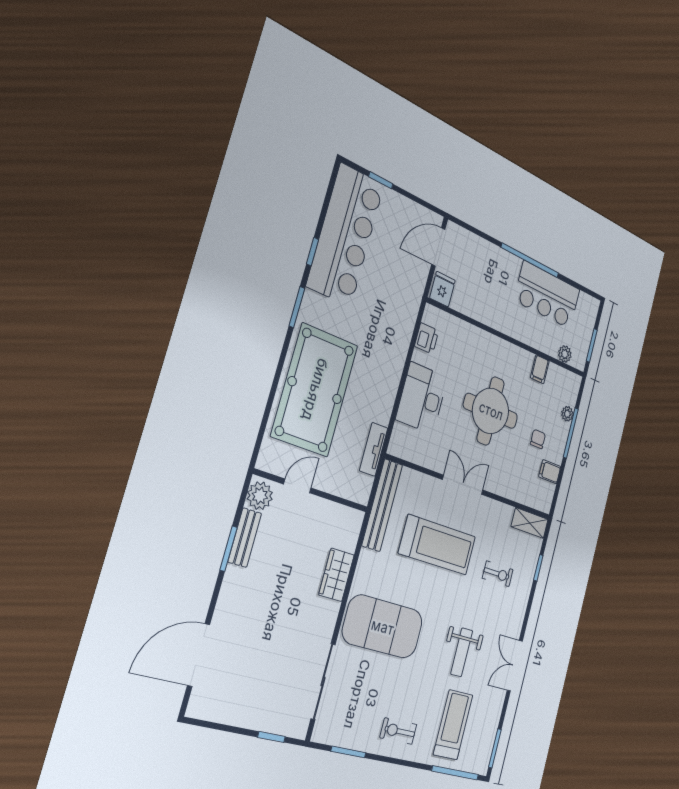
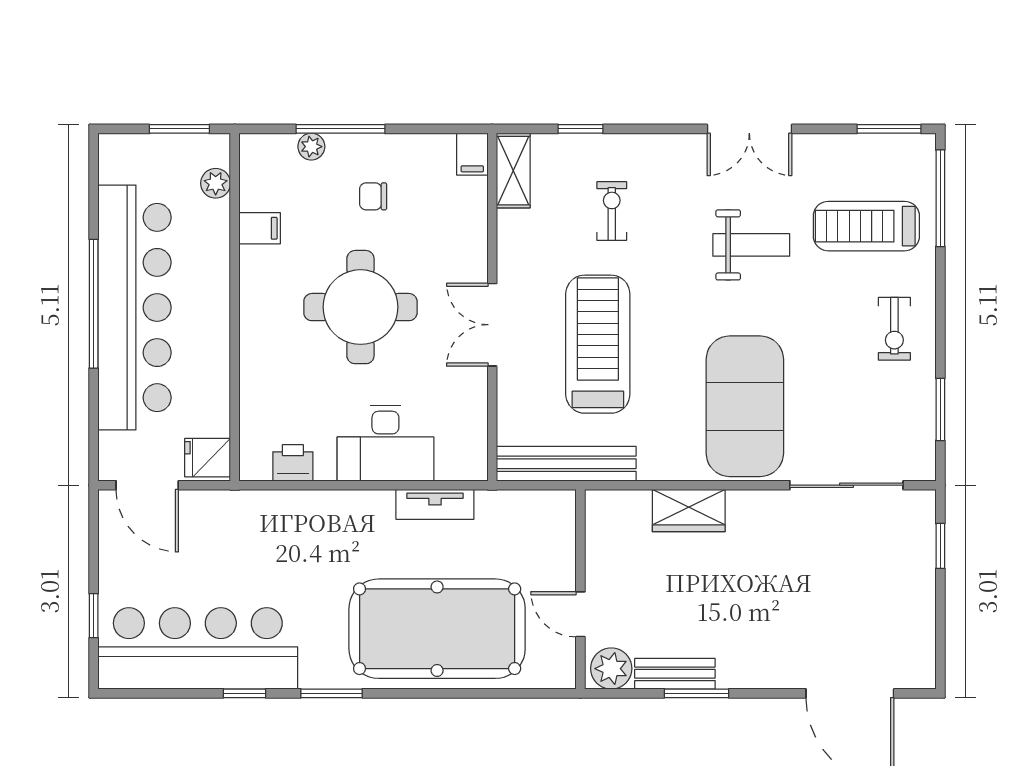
bar counter: (547, 295) -> (134, 308), width x1.86
tv unit: (374, 449) -> (435, 504), moved
filing cabinet: (550, 472) -> (472, 154), moved

